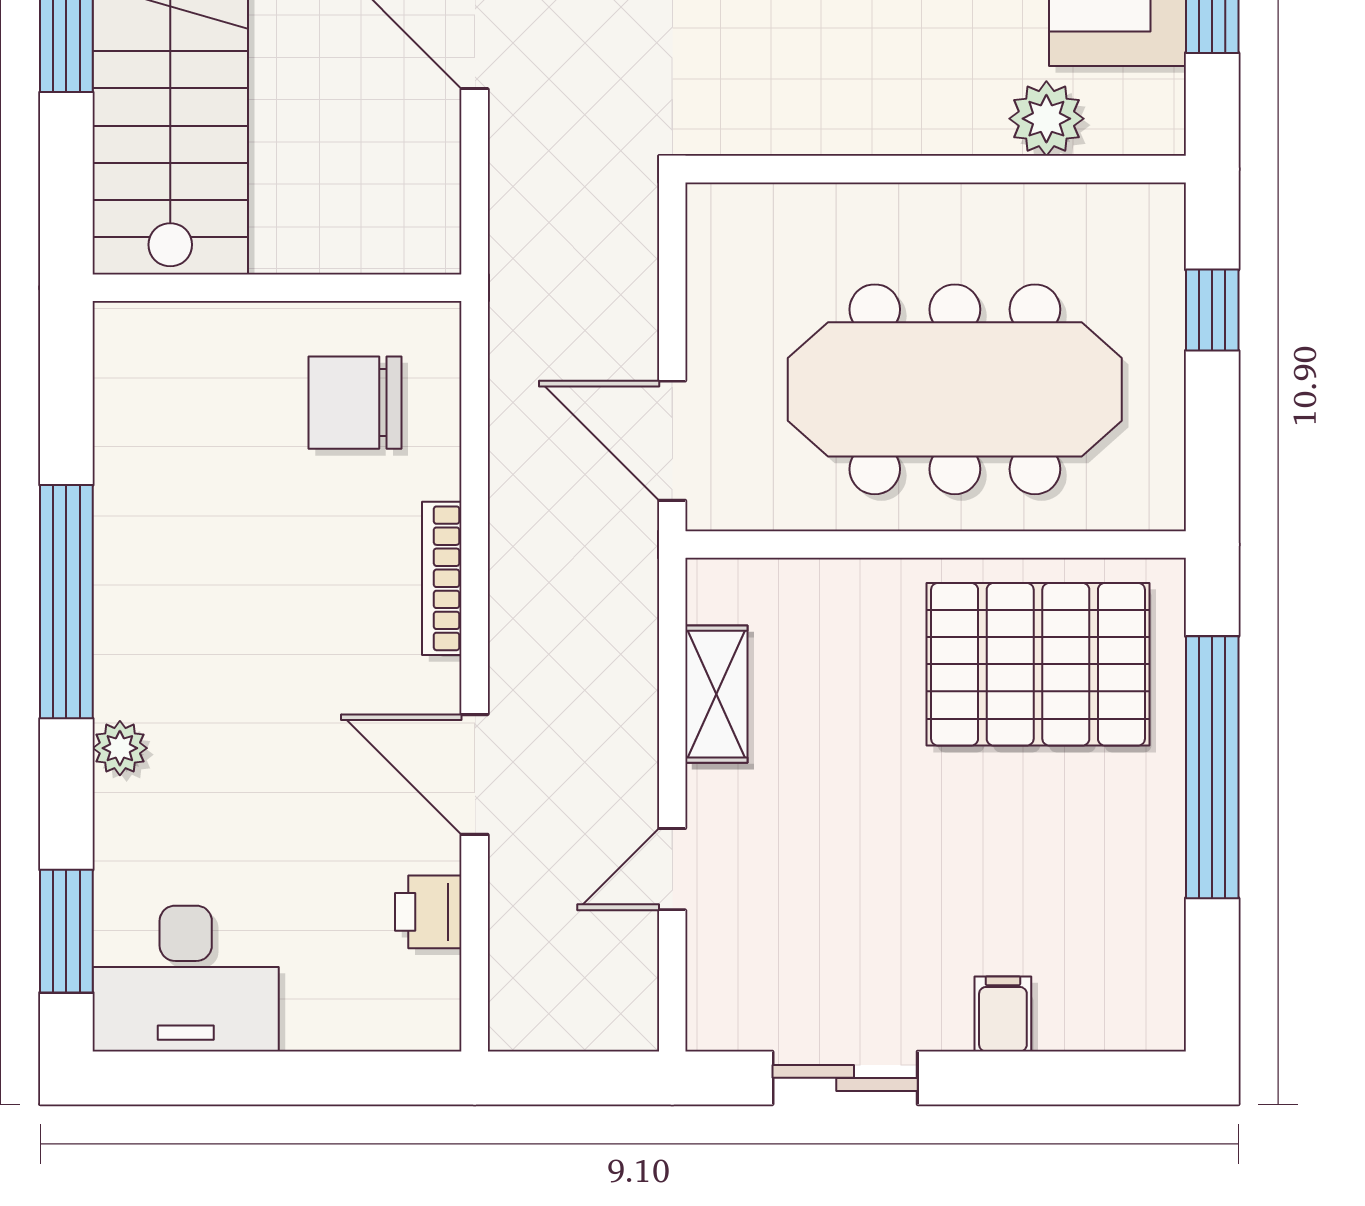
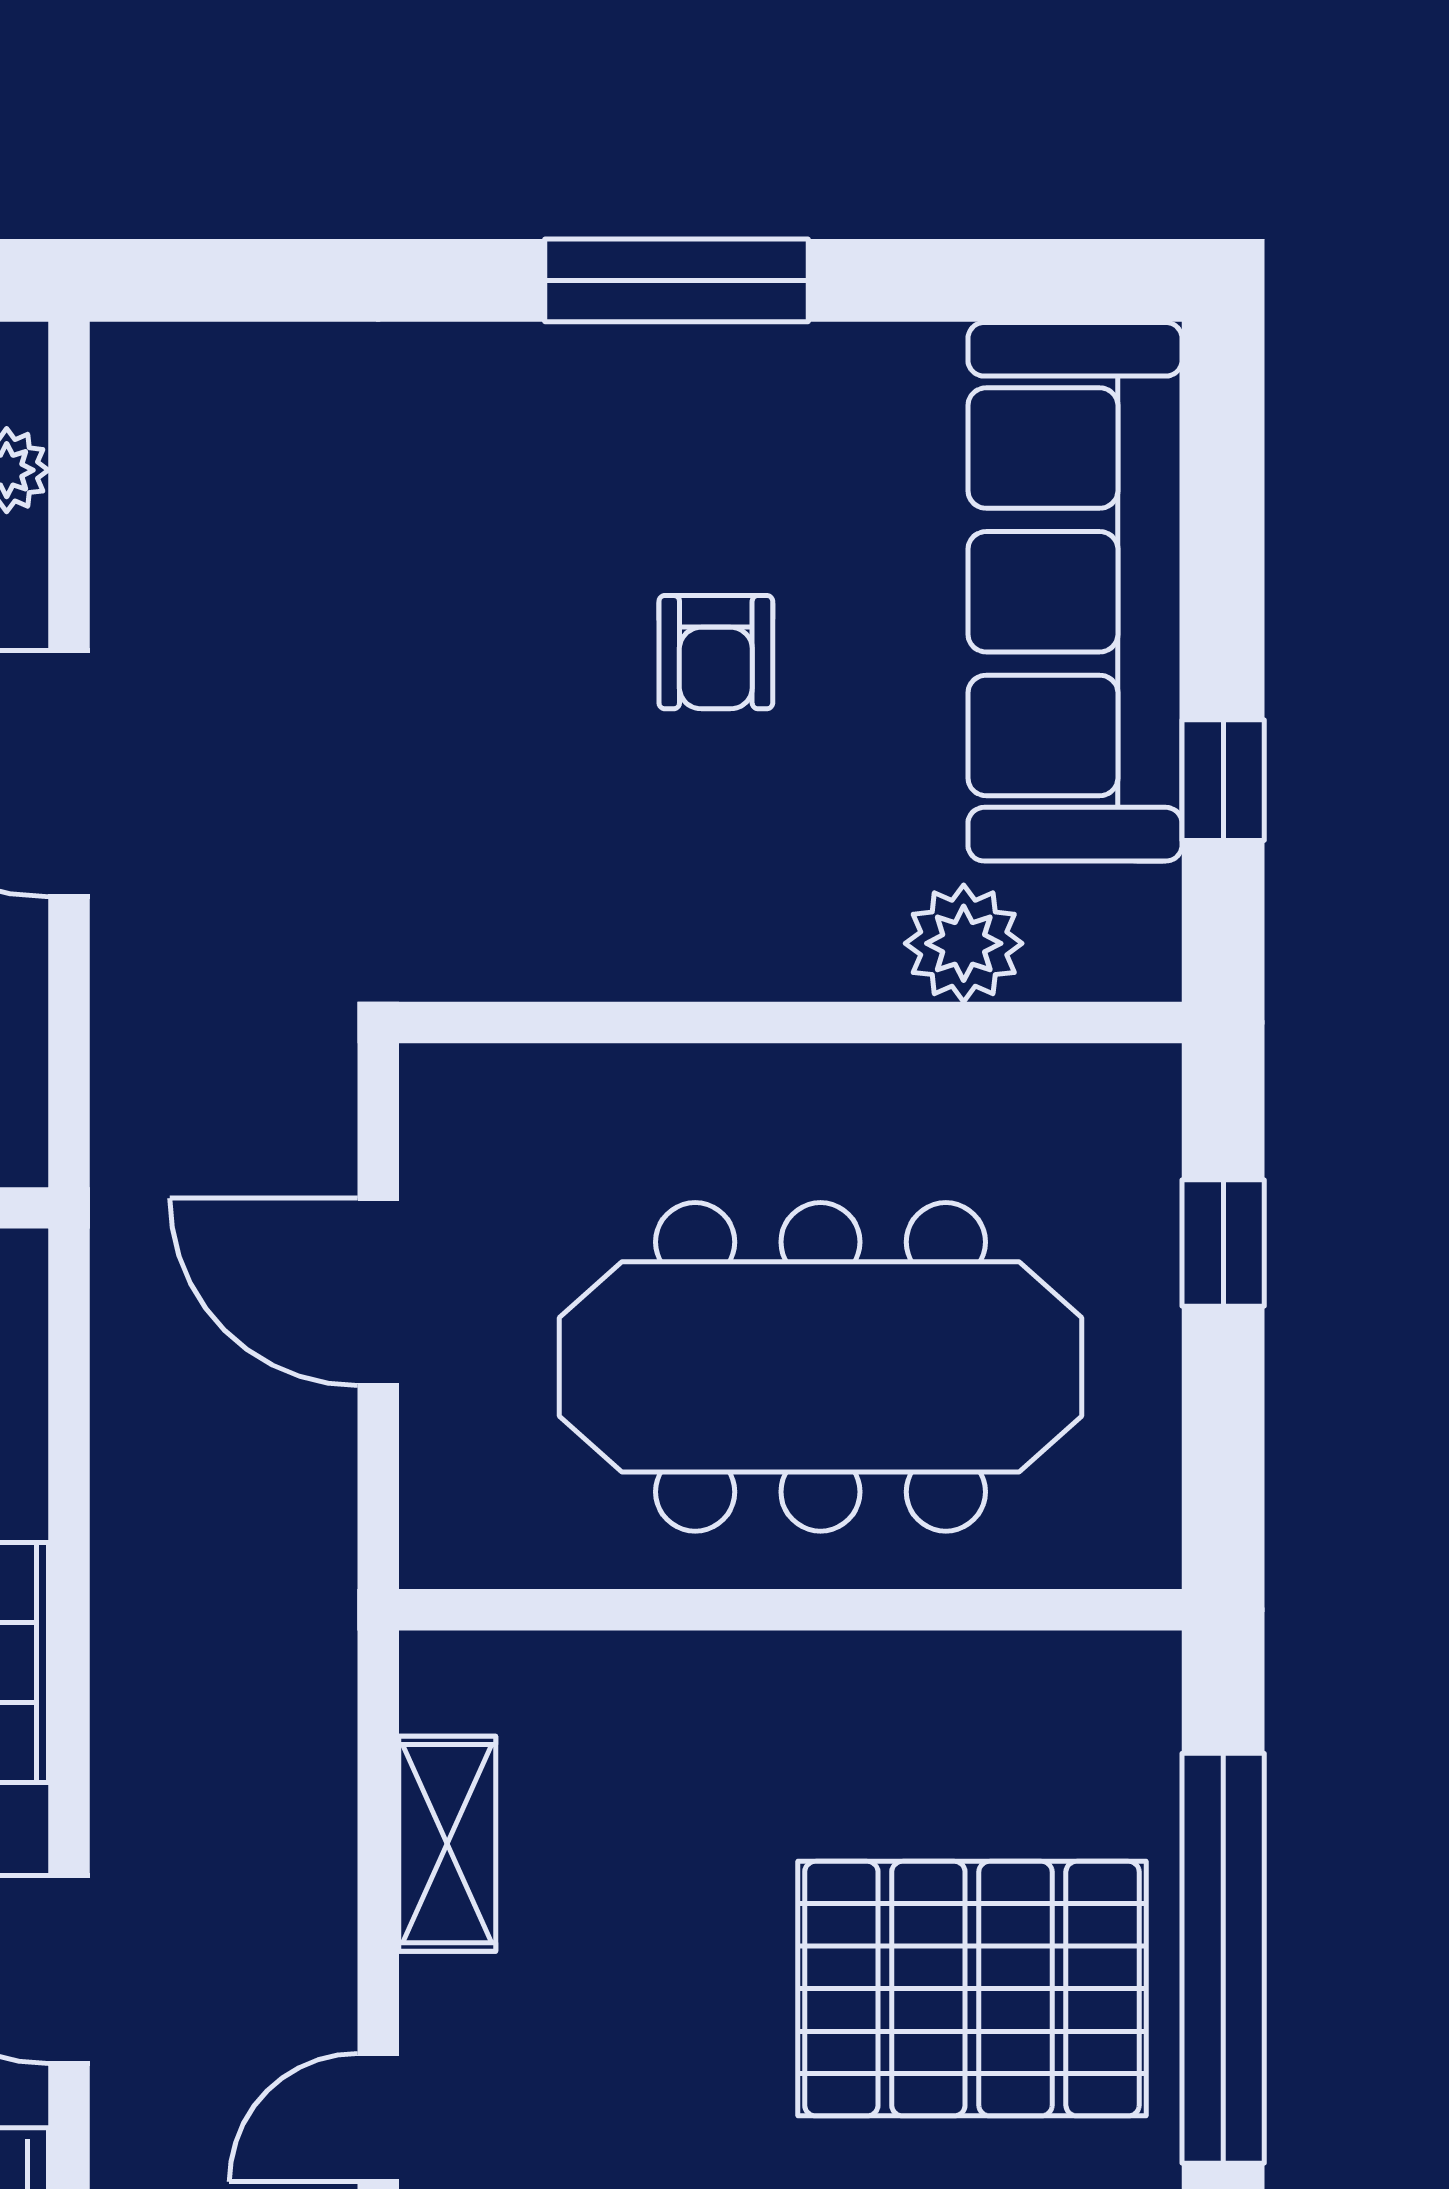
door: (672, 441) -> (378, 1292), moved
pallet: (1038, 664) -> (972, 1989), moved

